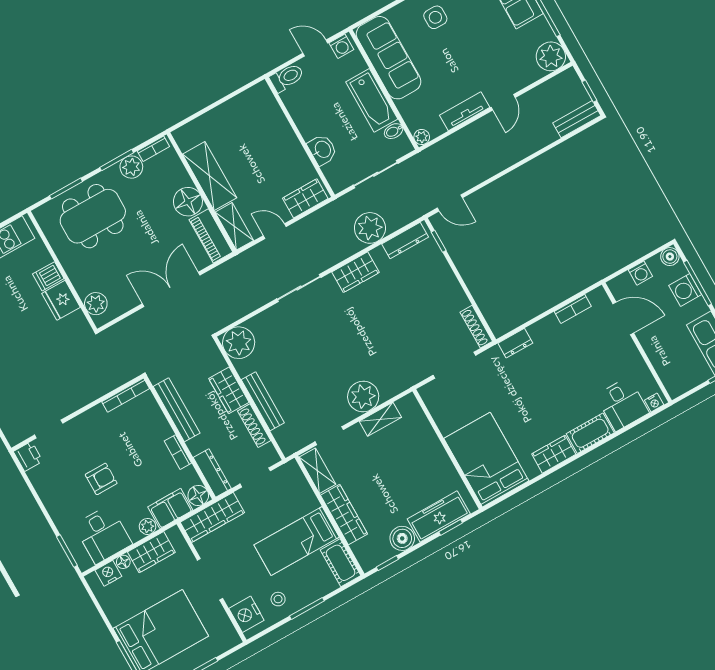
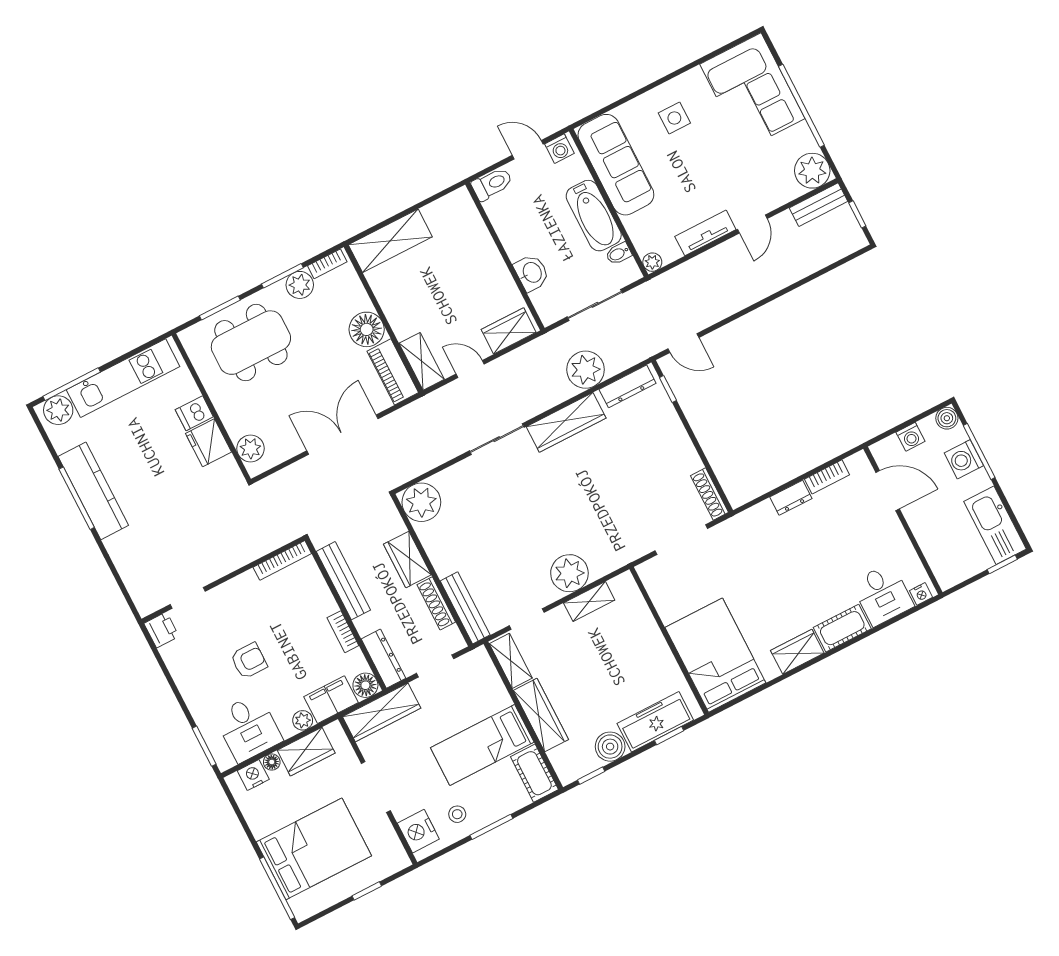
bench: (577, 119) -> (818, 205), moved
shelving: (210, 176) -> (390, 241), moved, turned 90
wardrobe: (356, 272) -> (566, 422), width x1.50
dresser: (515, 343) -> (791, 498), moved
bench: (263, 401) -> (465, 608), moved

